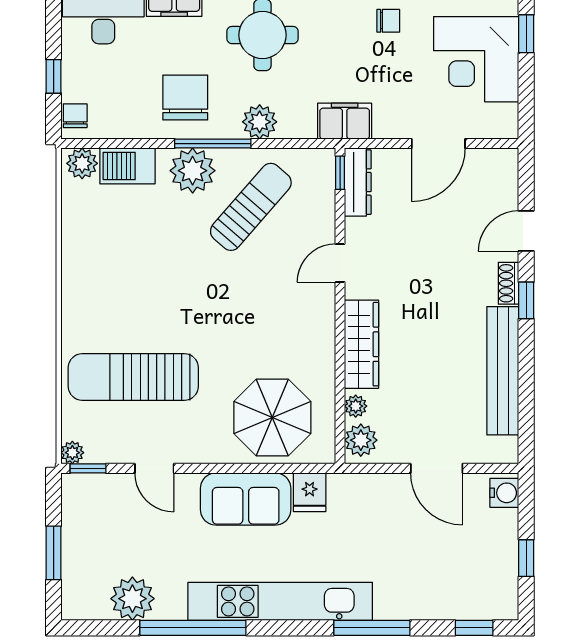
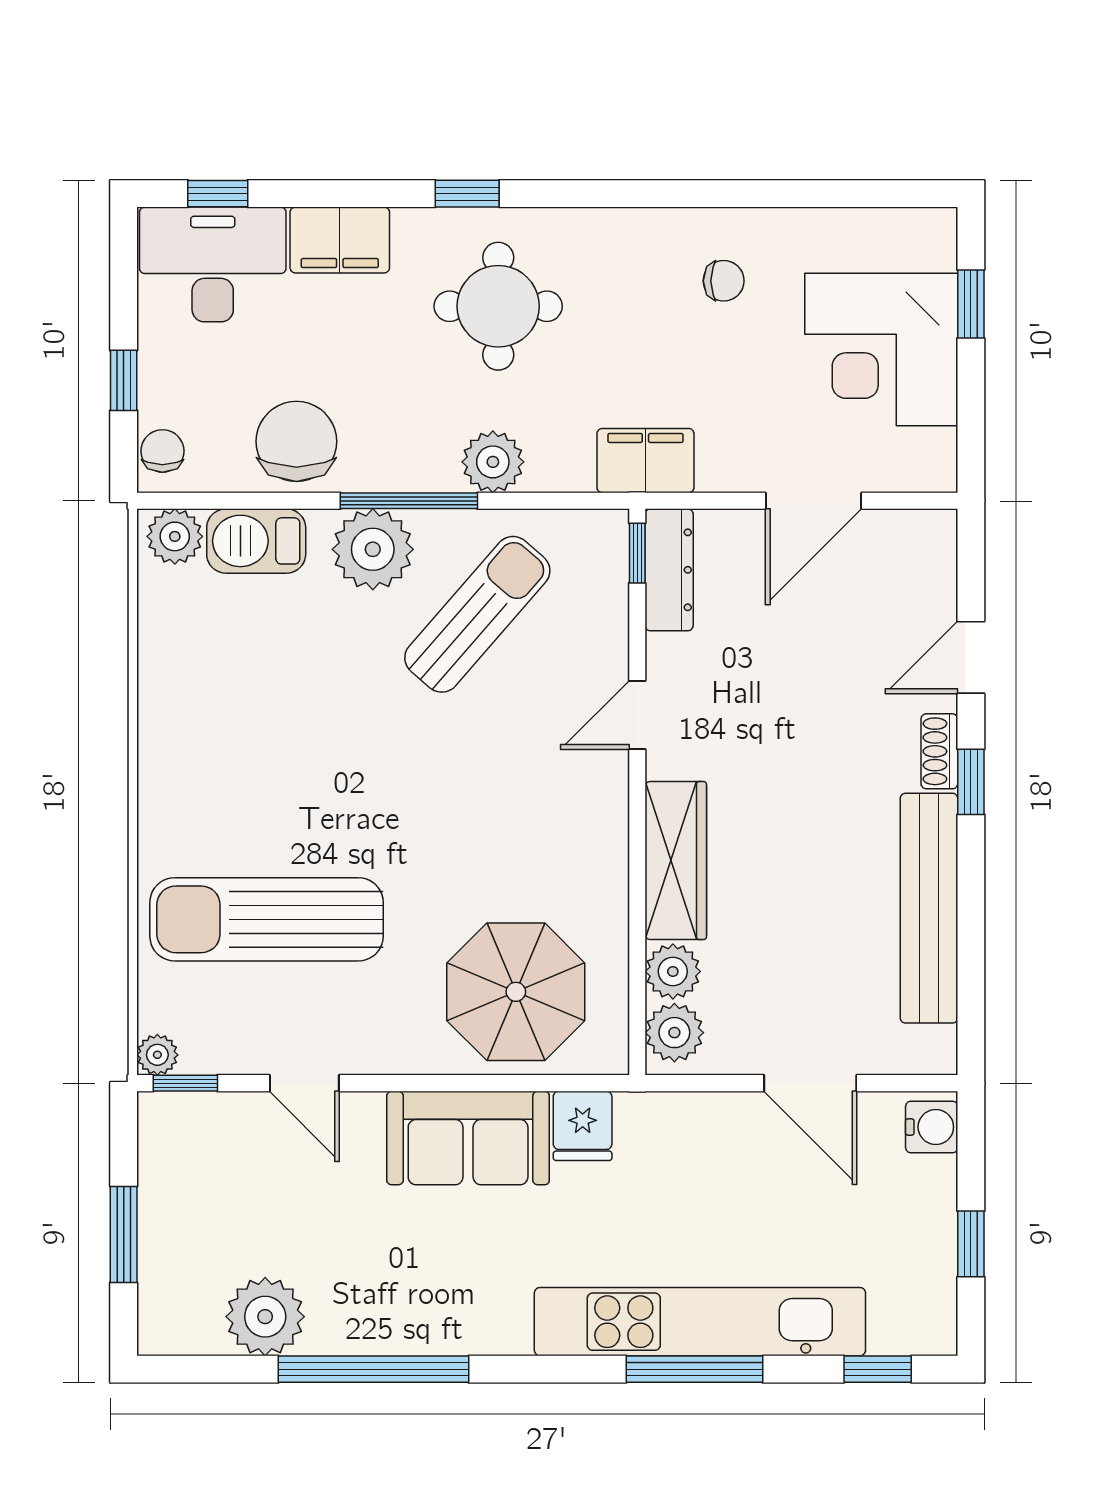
chair: (185, 98) -> (296, 441), moved
plant: (356, 406) -> (673, 971), width x1.38, depth x1.38
kitchen unit: (280, 601) -> (700, 1322), moved

